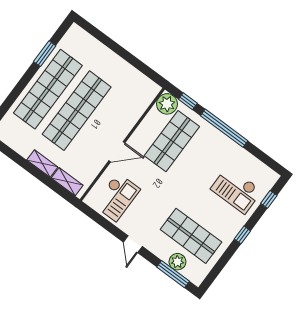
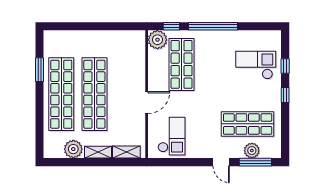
plant: (23, 145) -> (73, 149), added
checkout: (236, 190) -> (256, 65), turned 180
window: (269, 199) -> (285, 66), moved
door: (133, 244) -> (221, 162), moved

